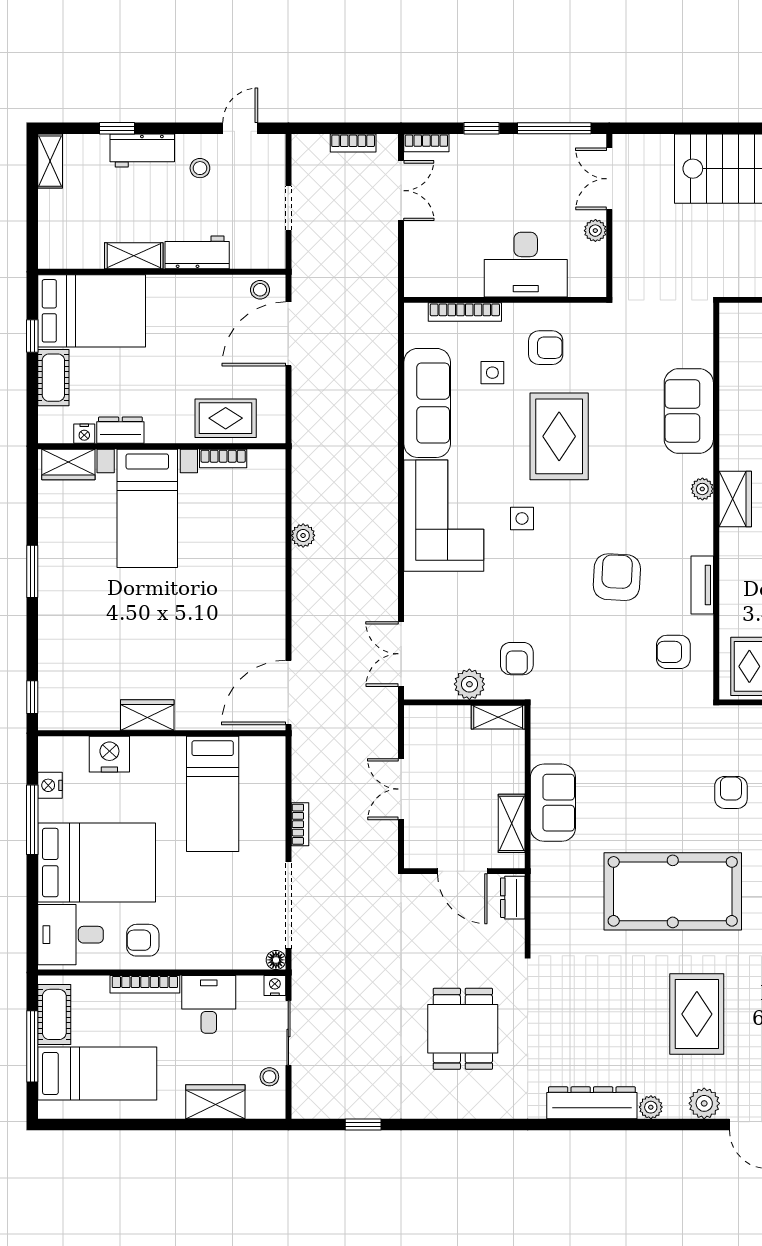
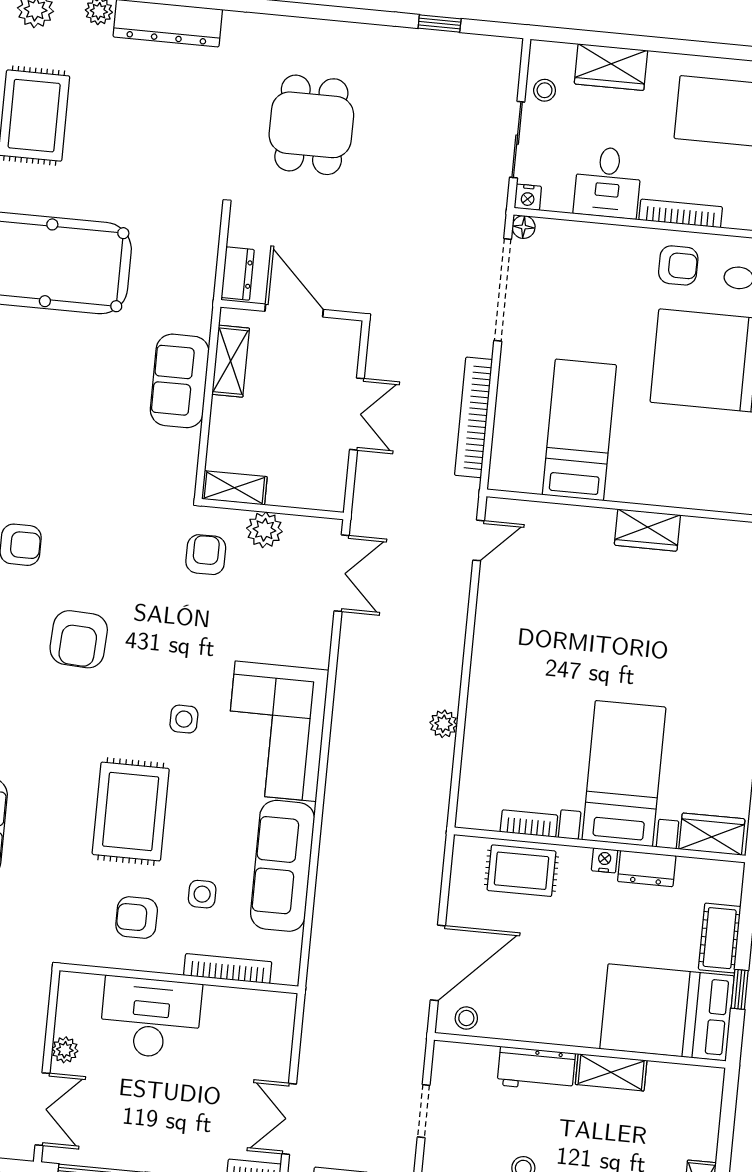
nightstand: (84, 434) -> (605, 860), moved
door: (288, 693) -> (479, 540), width x0.53
nightstand: (109, 754) -> (696, 488), removed
bookcase: (300, 824) -> (474, 417), width x2.31, depth x1.31

